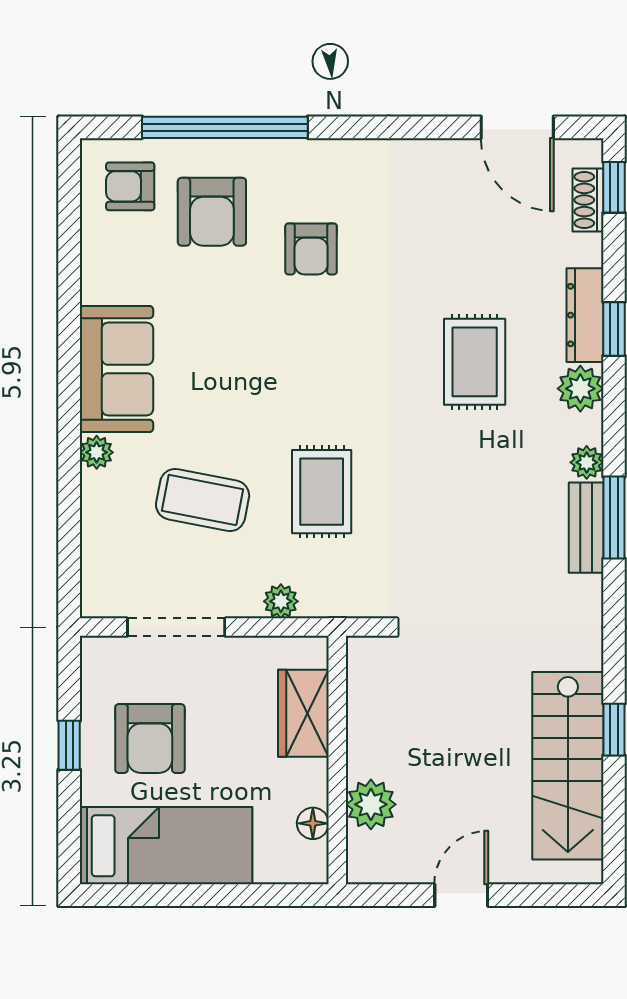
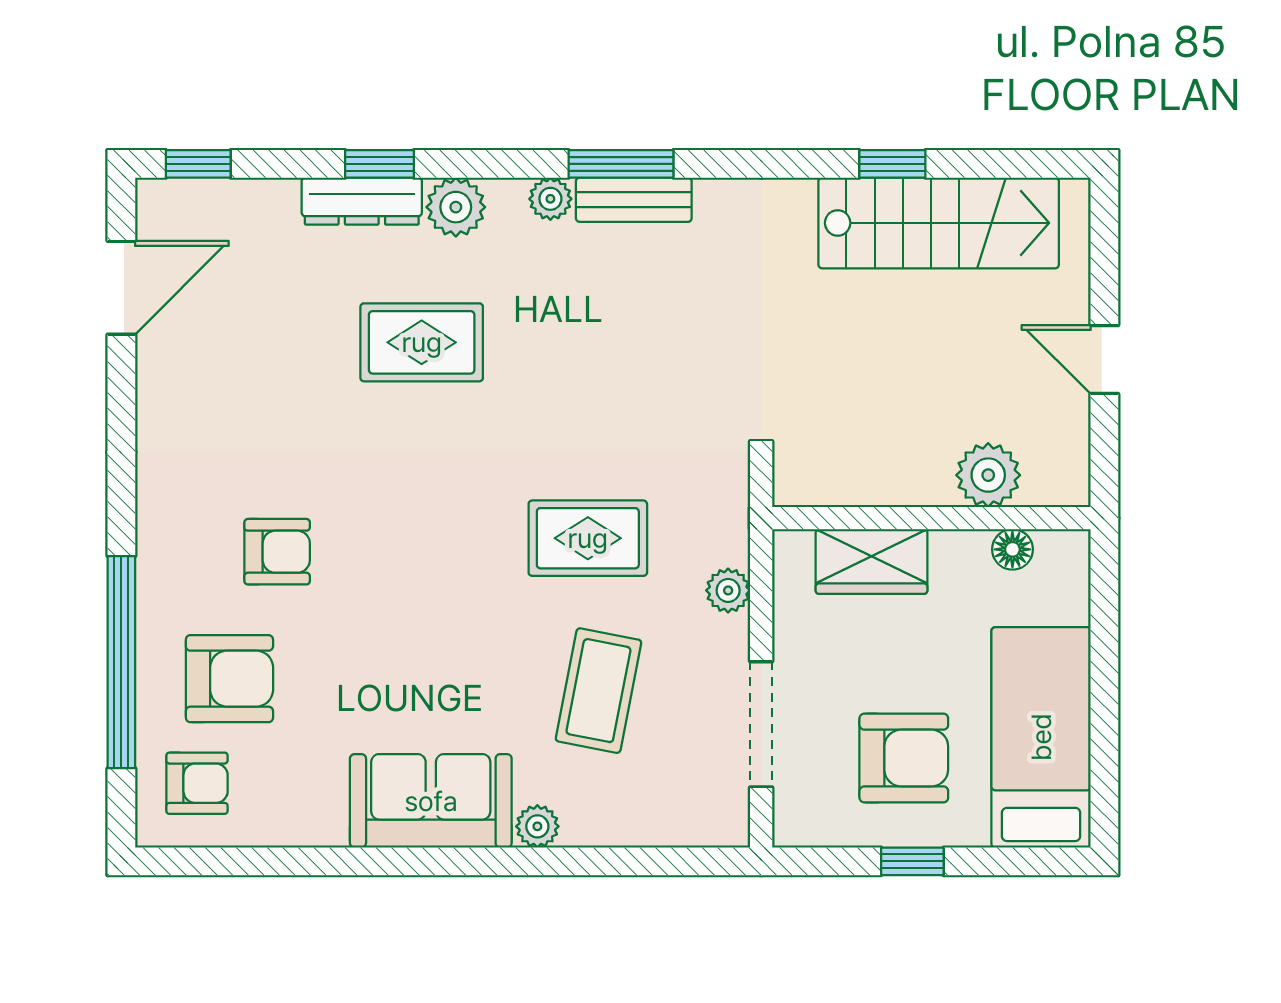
armchair: (130, 186) -> (197, 783), turned -90
shoe rack: (588, 200) -> (214, 197), removed

